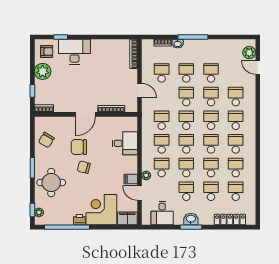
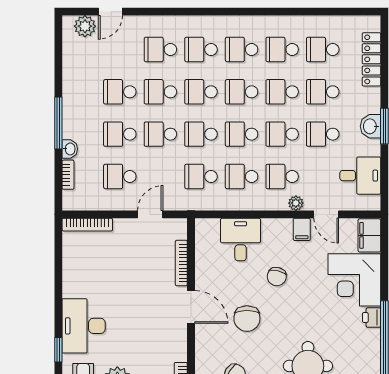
chair: (84, 167) -> (277, 277), moved
door: (140, 193) -> (326, 214), hinge flipped

